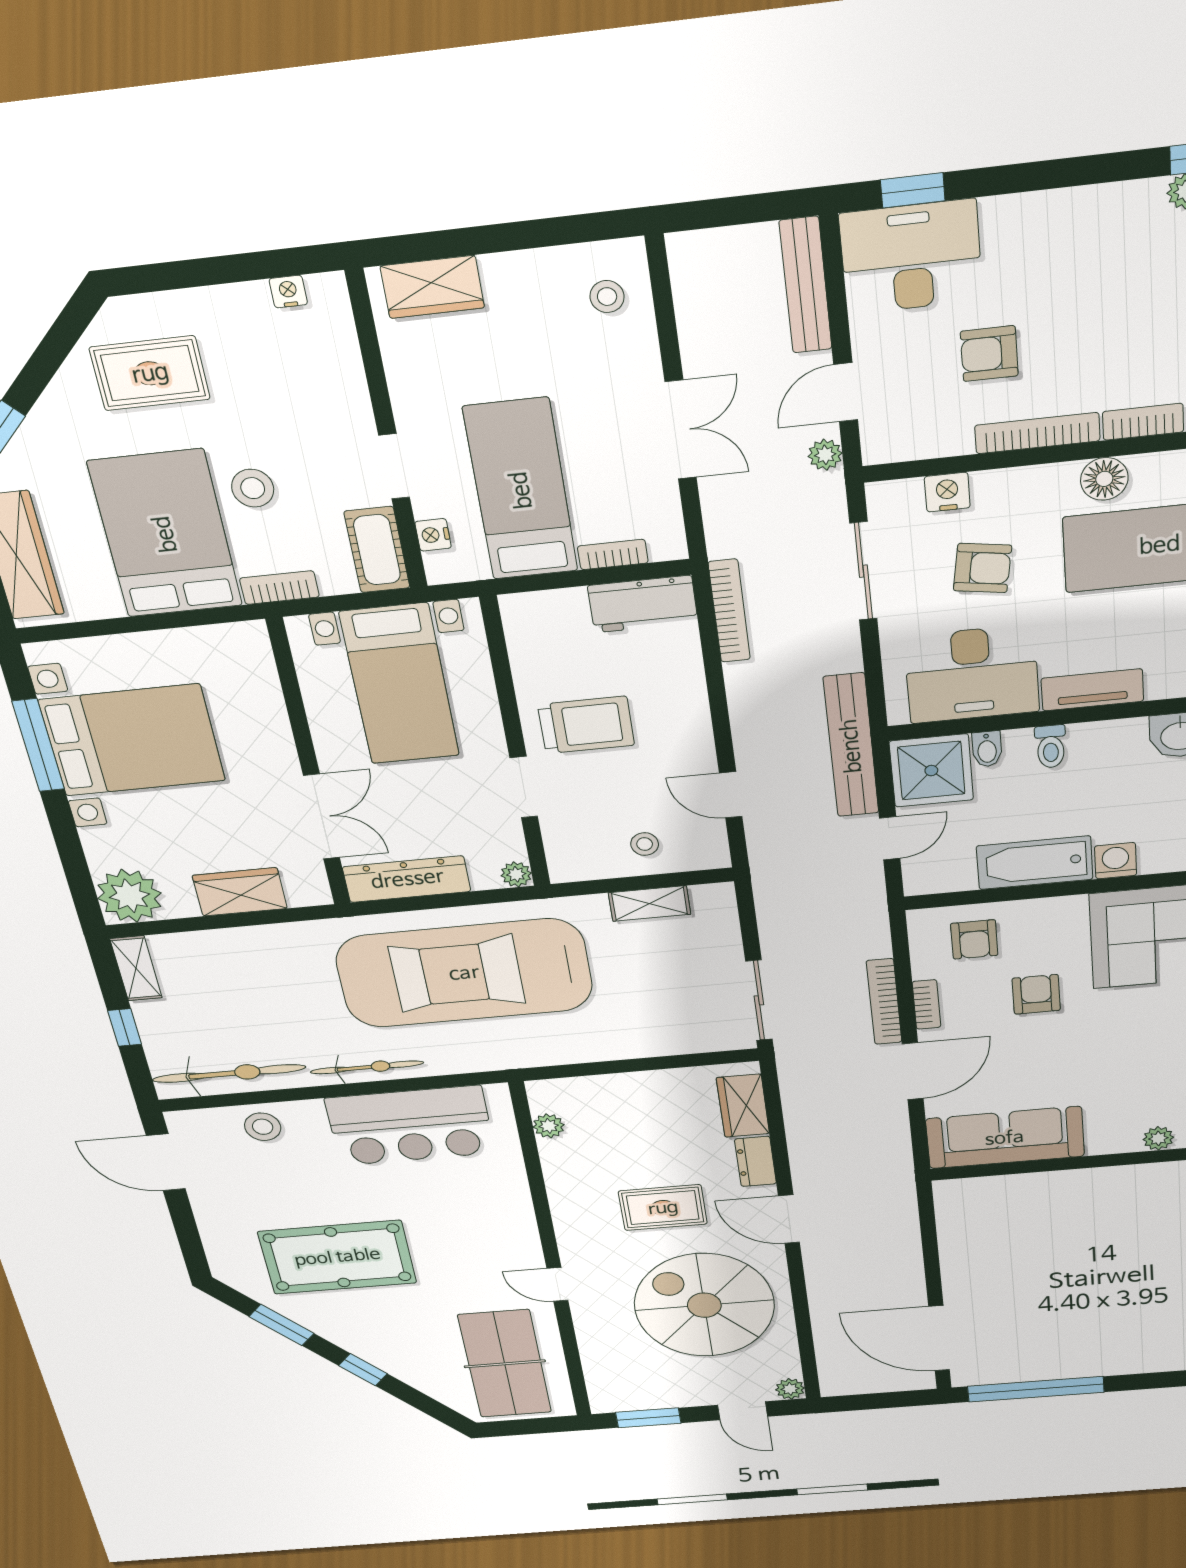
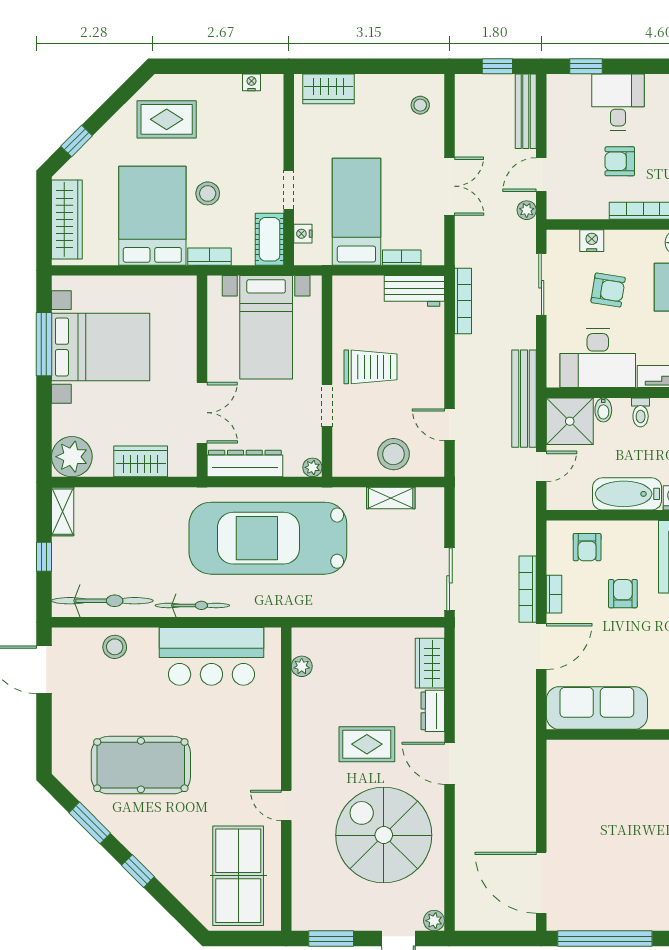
window: (743, 210) -> (497, 66), added
desk: (911, 257) -> (618, 102), moved, width x0.73
stool: (645, 844) -> (394, 454), width x1.89, depth x1.89

